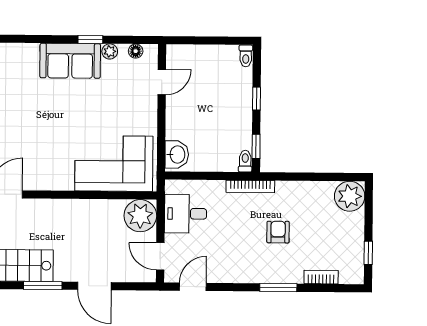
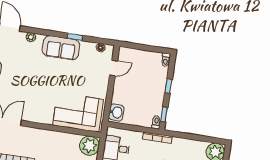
plant: (110, 51) -> (31, 37), moved

